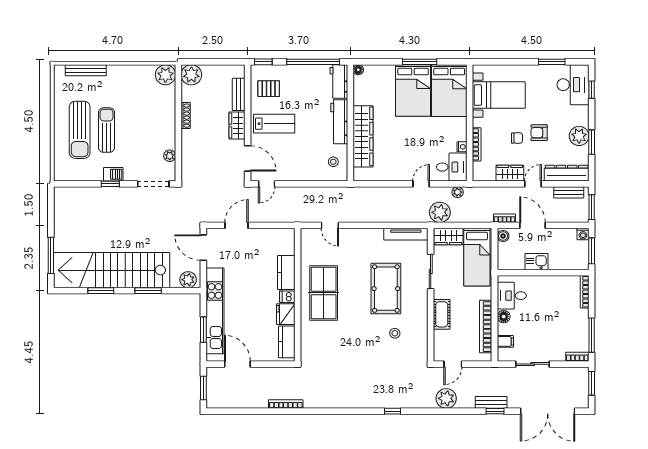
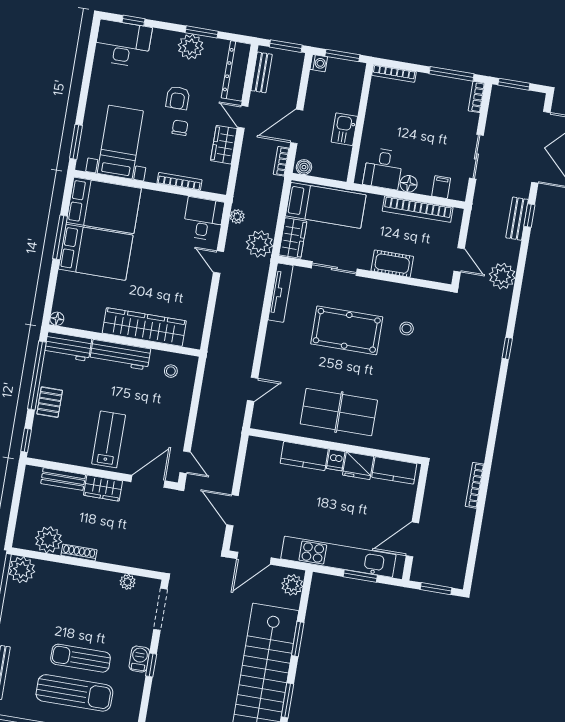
window: (552, 62) -> (76, 142), moved
plant: (191, 75) -> (49, 540), moved
pallet: (269, 89) -> (50, 402), moved
nightstand: (462, 147) -> (179, 201), removed

